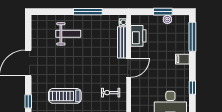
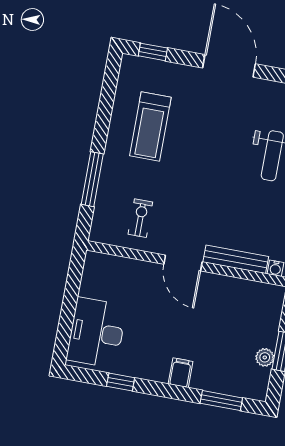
printer: (138, 36) -> (243, 294), removed
window: (192, 37) -> (221, 401), width x0.69
treadmill: (65, 96) -> (150, 127), turned 180

